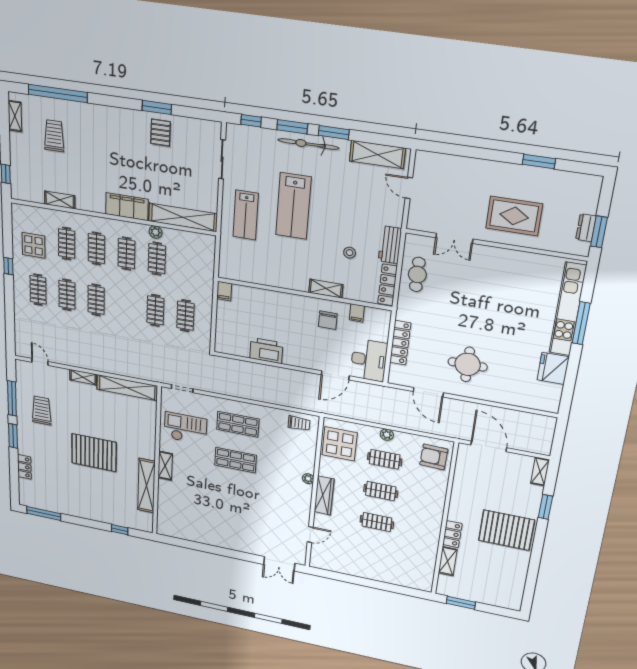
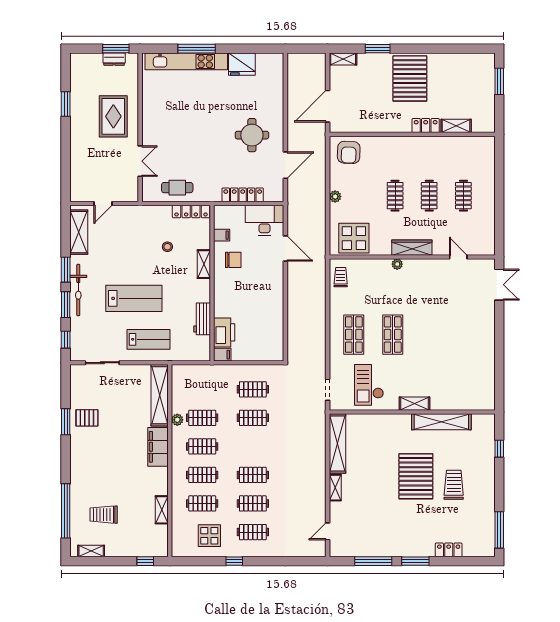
workbench: (390, 245) -> (202, 319), moved, turned 90
printer: (266, 351) -> (224, 332), moved, turned 180
trolley: (42, 410) -> (454, 485), moved, turned 90
clothes rail: (385, 459) -> (463, 196), moved
window: (461, 603) -> (499, 81), moved

